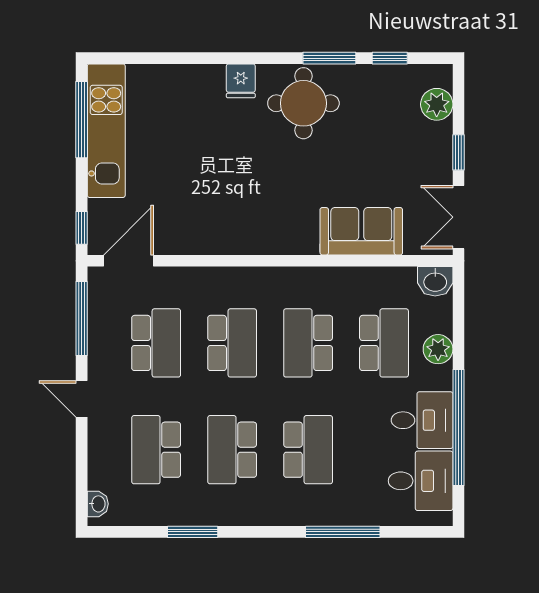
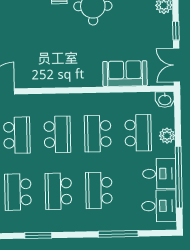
school desk: (308, 450) -> (99, 190), turned 180

